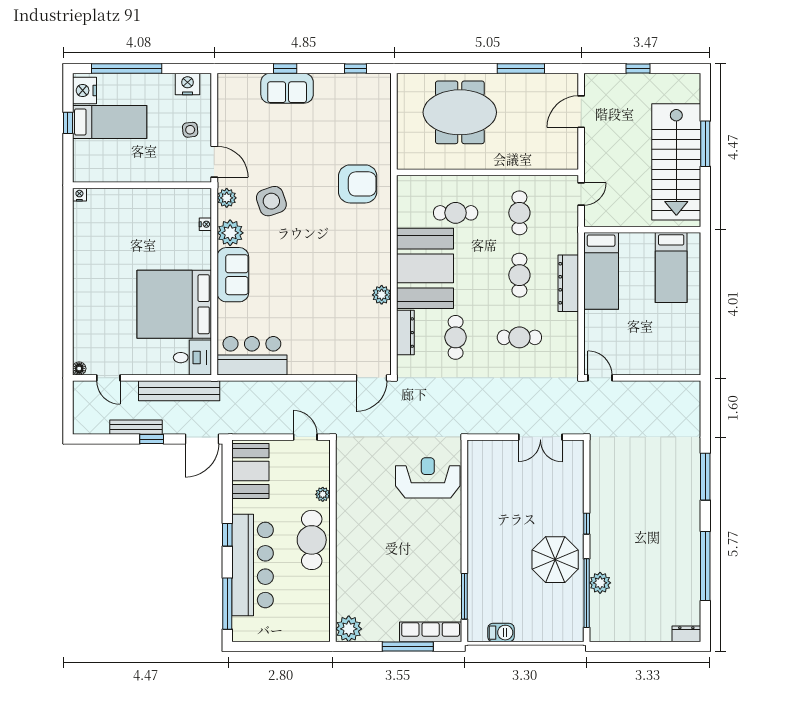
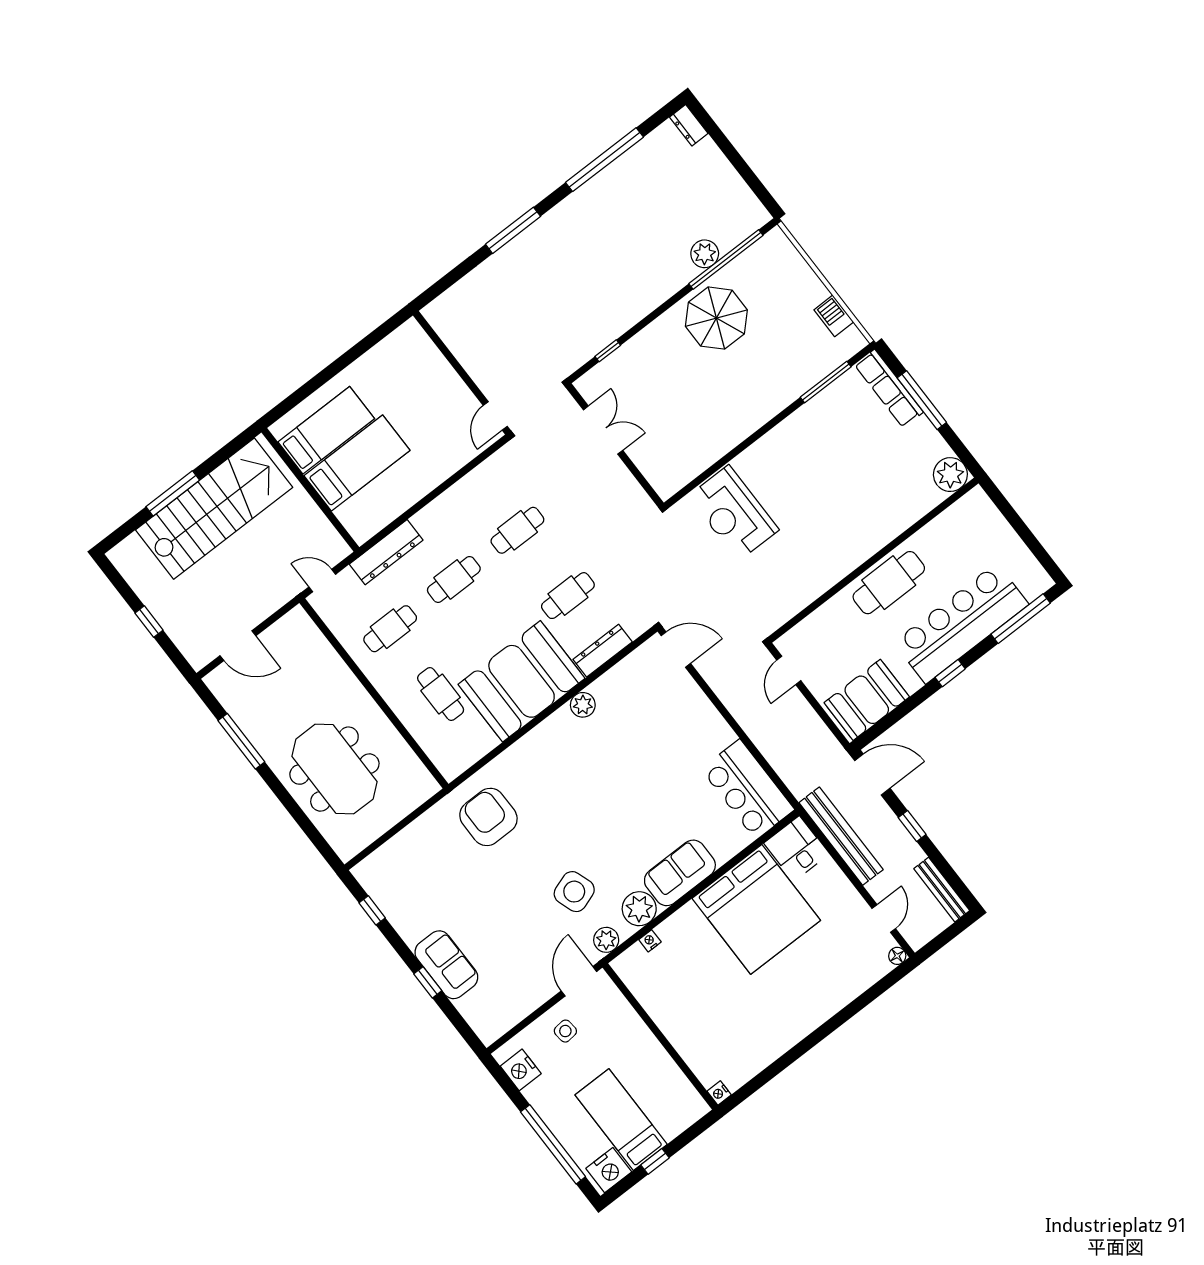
bed: (601, 271) -> (357, 463), moved
dresser: (568, 283) -> (386, 552), moved
cafe table: (519, 337) -> (517, 530), turned 90
bench: (136, 427) -> (942, 890), moved
plant: (323, 494) -> (833, 607), removed
window: (587, 524) -> (608, 351), moved

